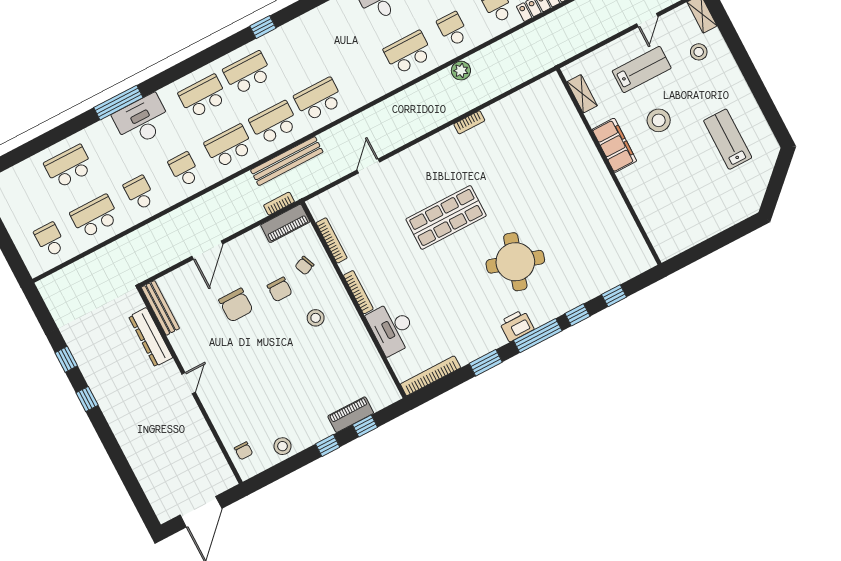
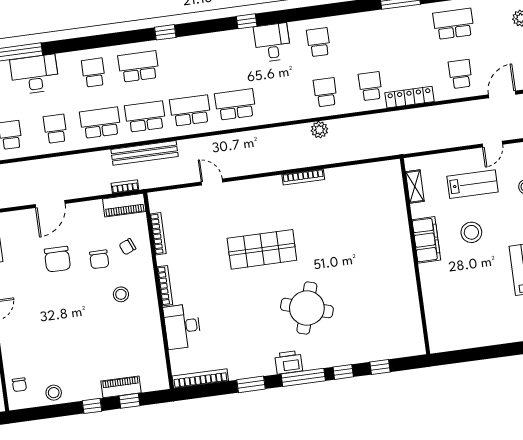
school desk: (408, 53) -> (235, 104), moved
school desk: (203, 96) -> (93, 73), width x0.54
bookcase: (469, 122) -> (303, 177), width x1.56
door: (368, 166) -> (212, 182), hinge flipped

